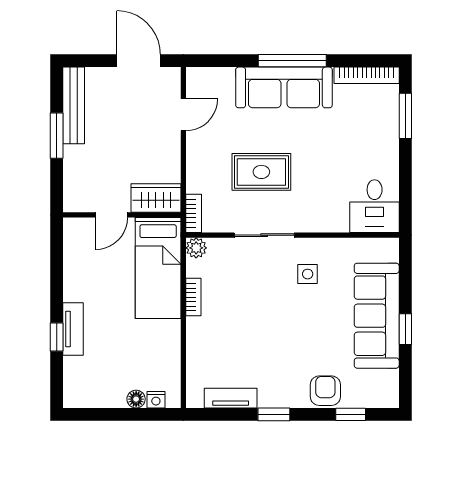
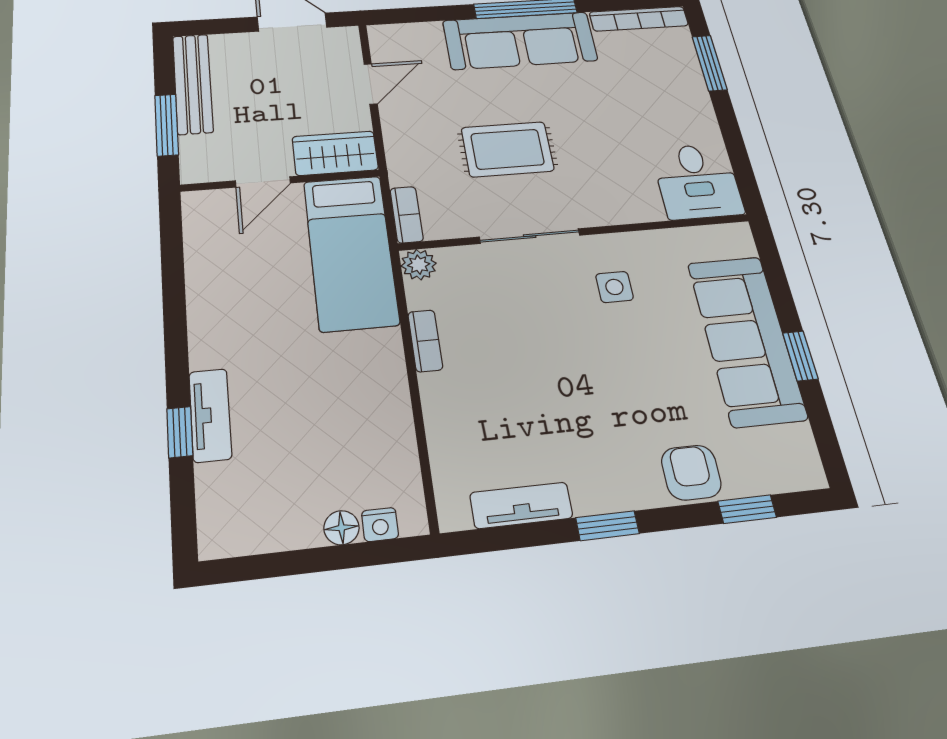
wardrobe: (156, 198) -> (335, 153), moved
door: (111, 215) -> (263, 182), moved
wall: (122, 215) -> (281, 181), moved
bed: (158, 268) -> (351, 252), moved

